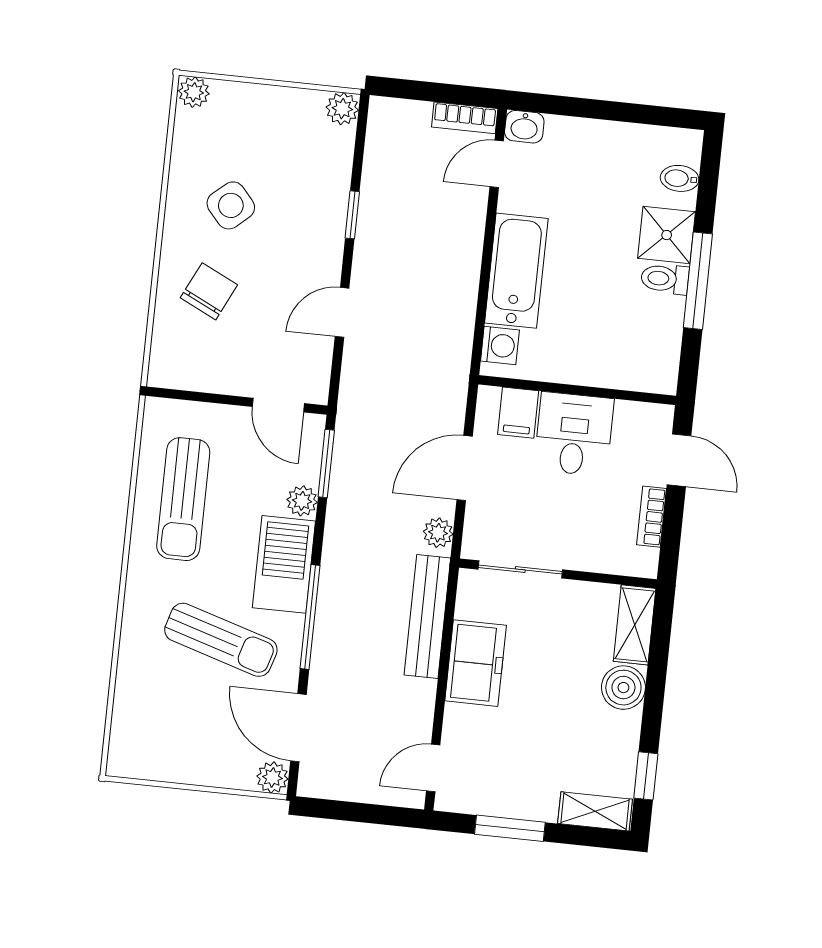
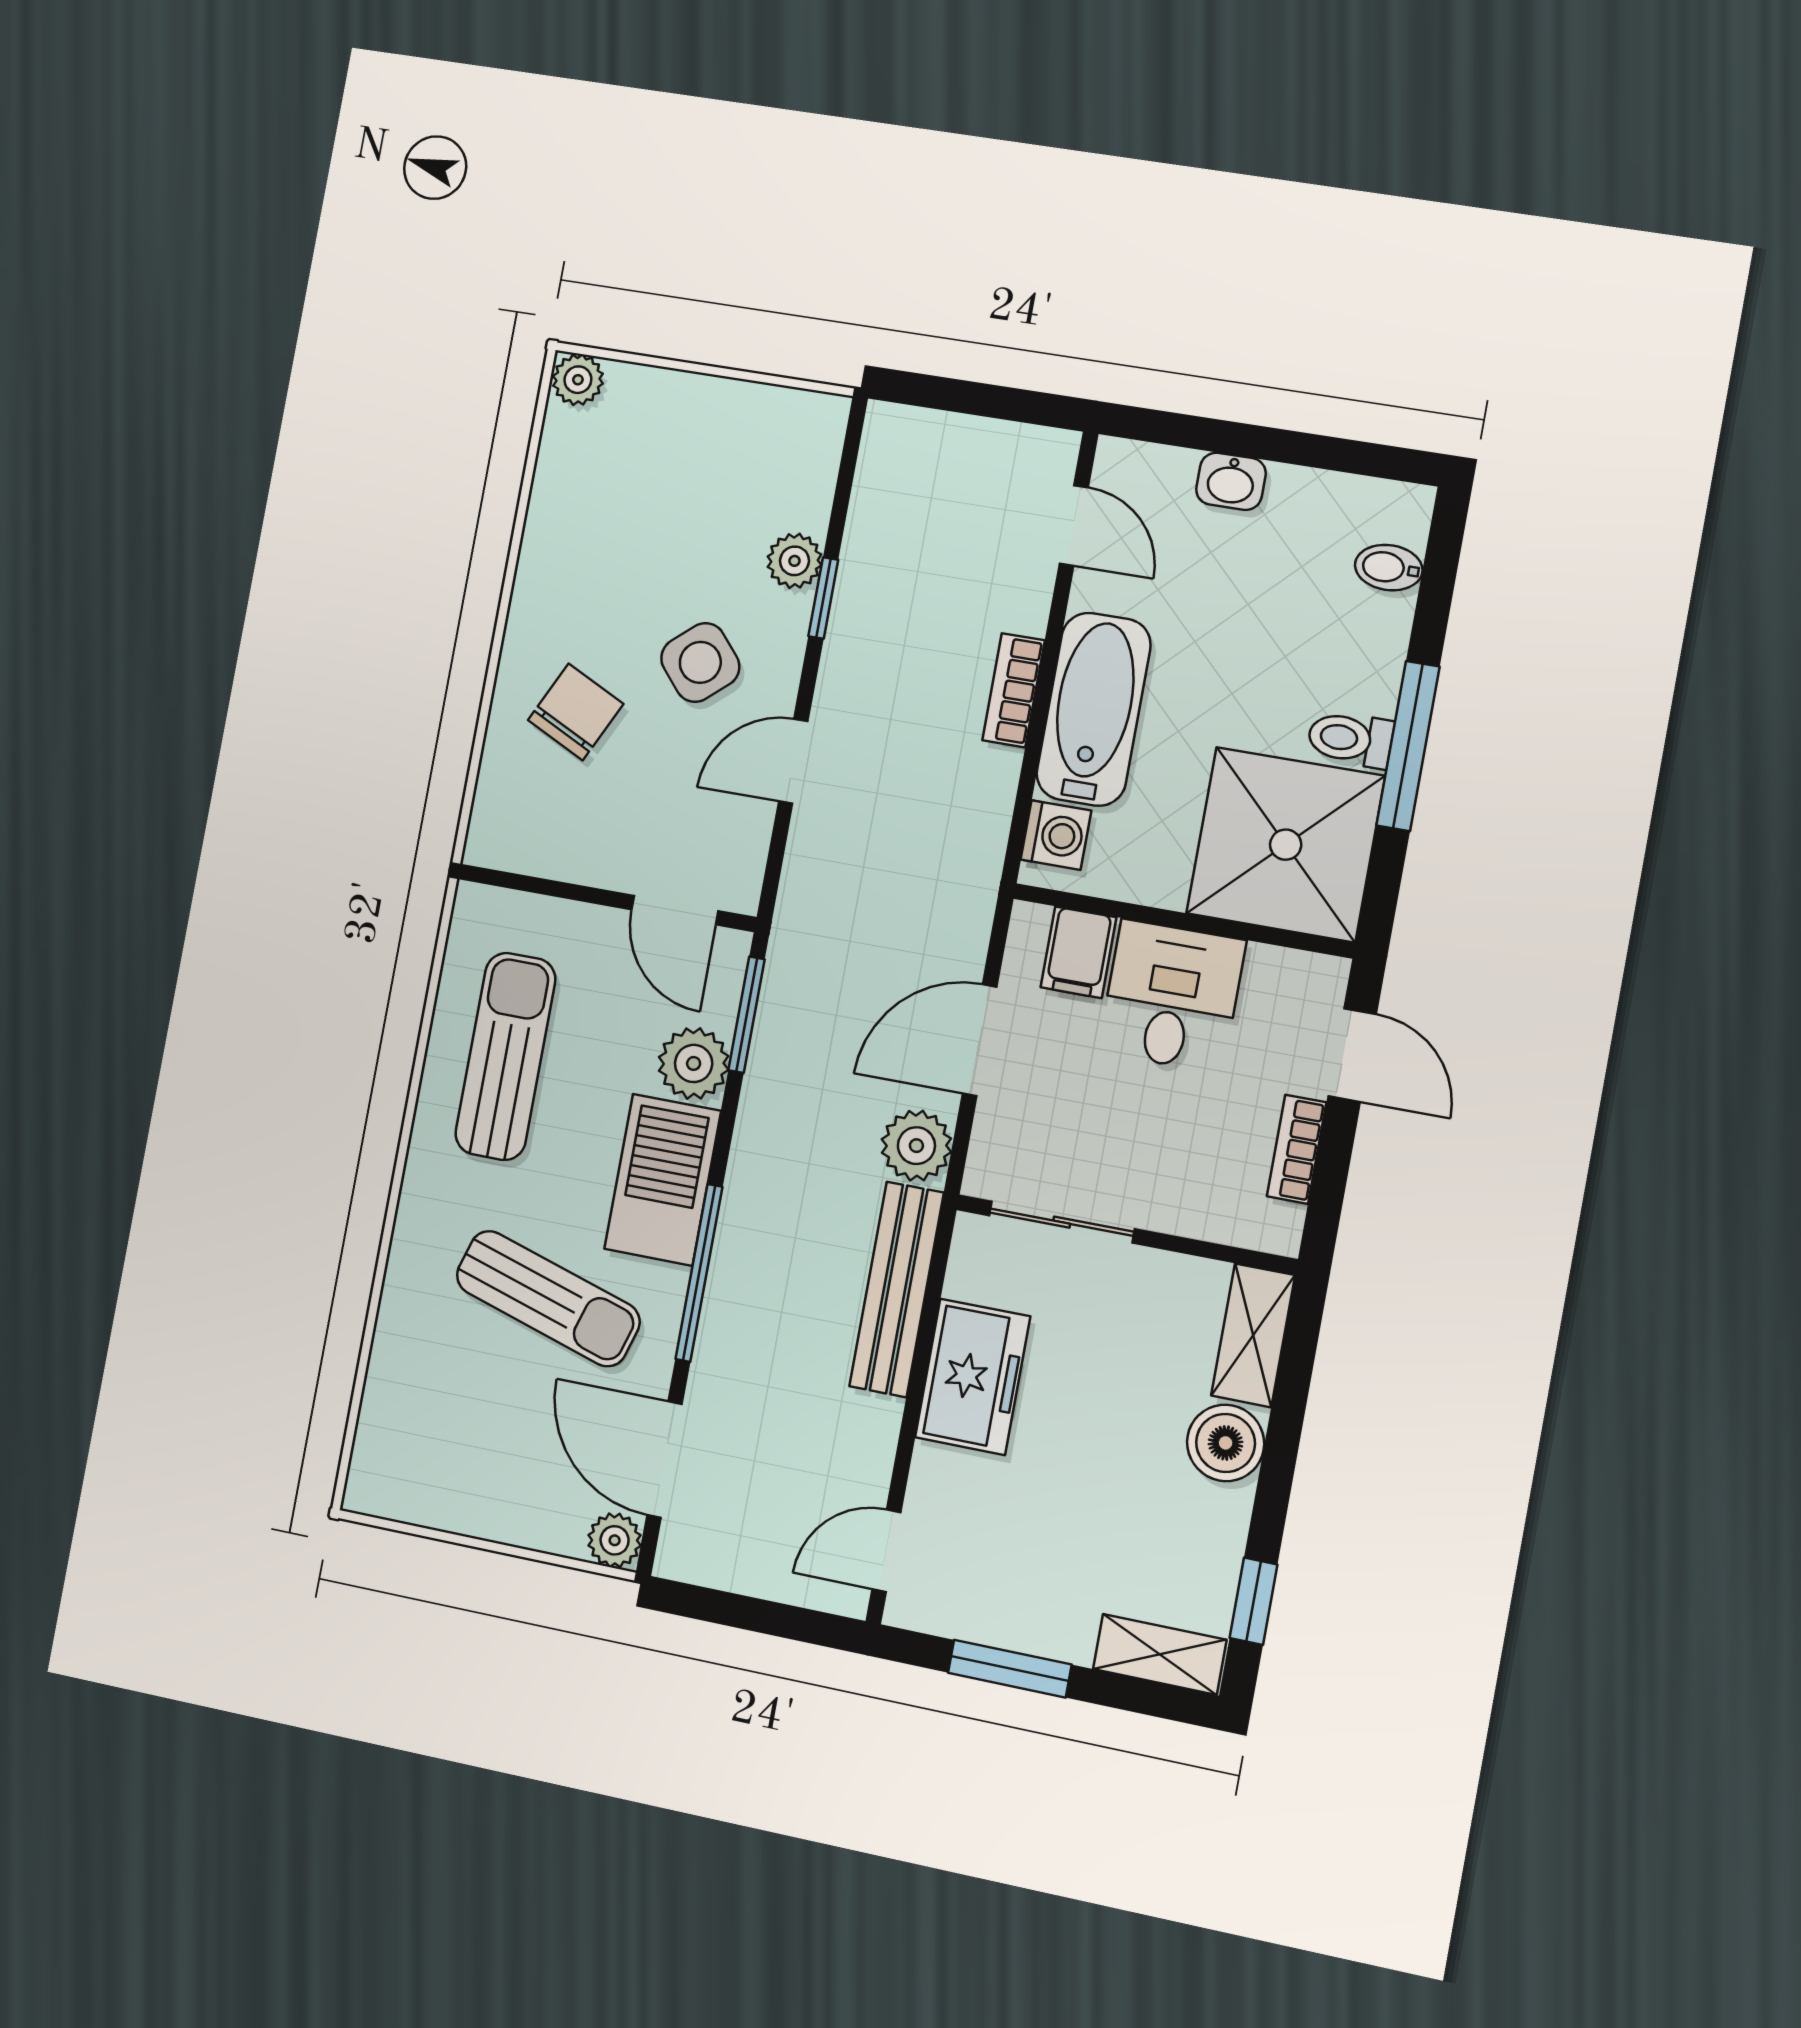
plant: (342, 109) -> (794, 561), moved
bookcase: (465, 118) -> (1014, 690), moved, turned 90
washbasin: (524, 127) -> (1231, 481), moved
door: (497, 164) -> (1074, 525), swing flipped
side table: (231, 205) -> (700, 662), moved
shower: (667, 235) -> (1286, 845), moved, width x1.86, depth x1.86
sun lounger: (183, 499) -> (505, 1056), turned 180
plant: (302, 501) -> (694, 1063), width x1.38, depth x1.38
plant: (438, 533) -> (916, 1146), width x1.38, depth x1.38

